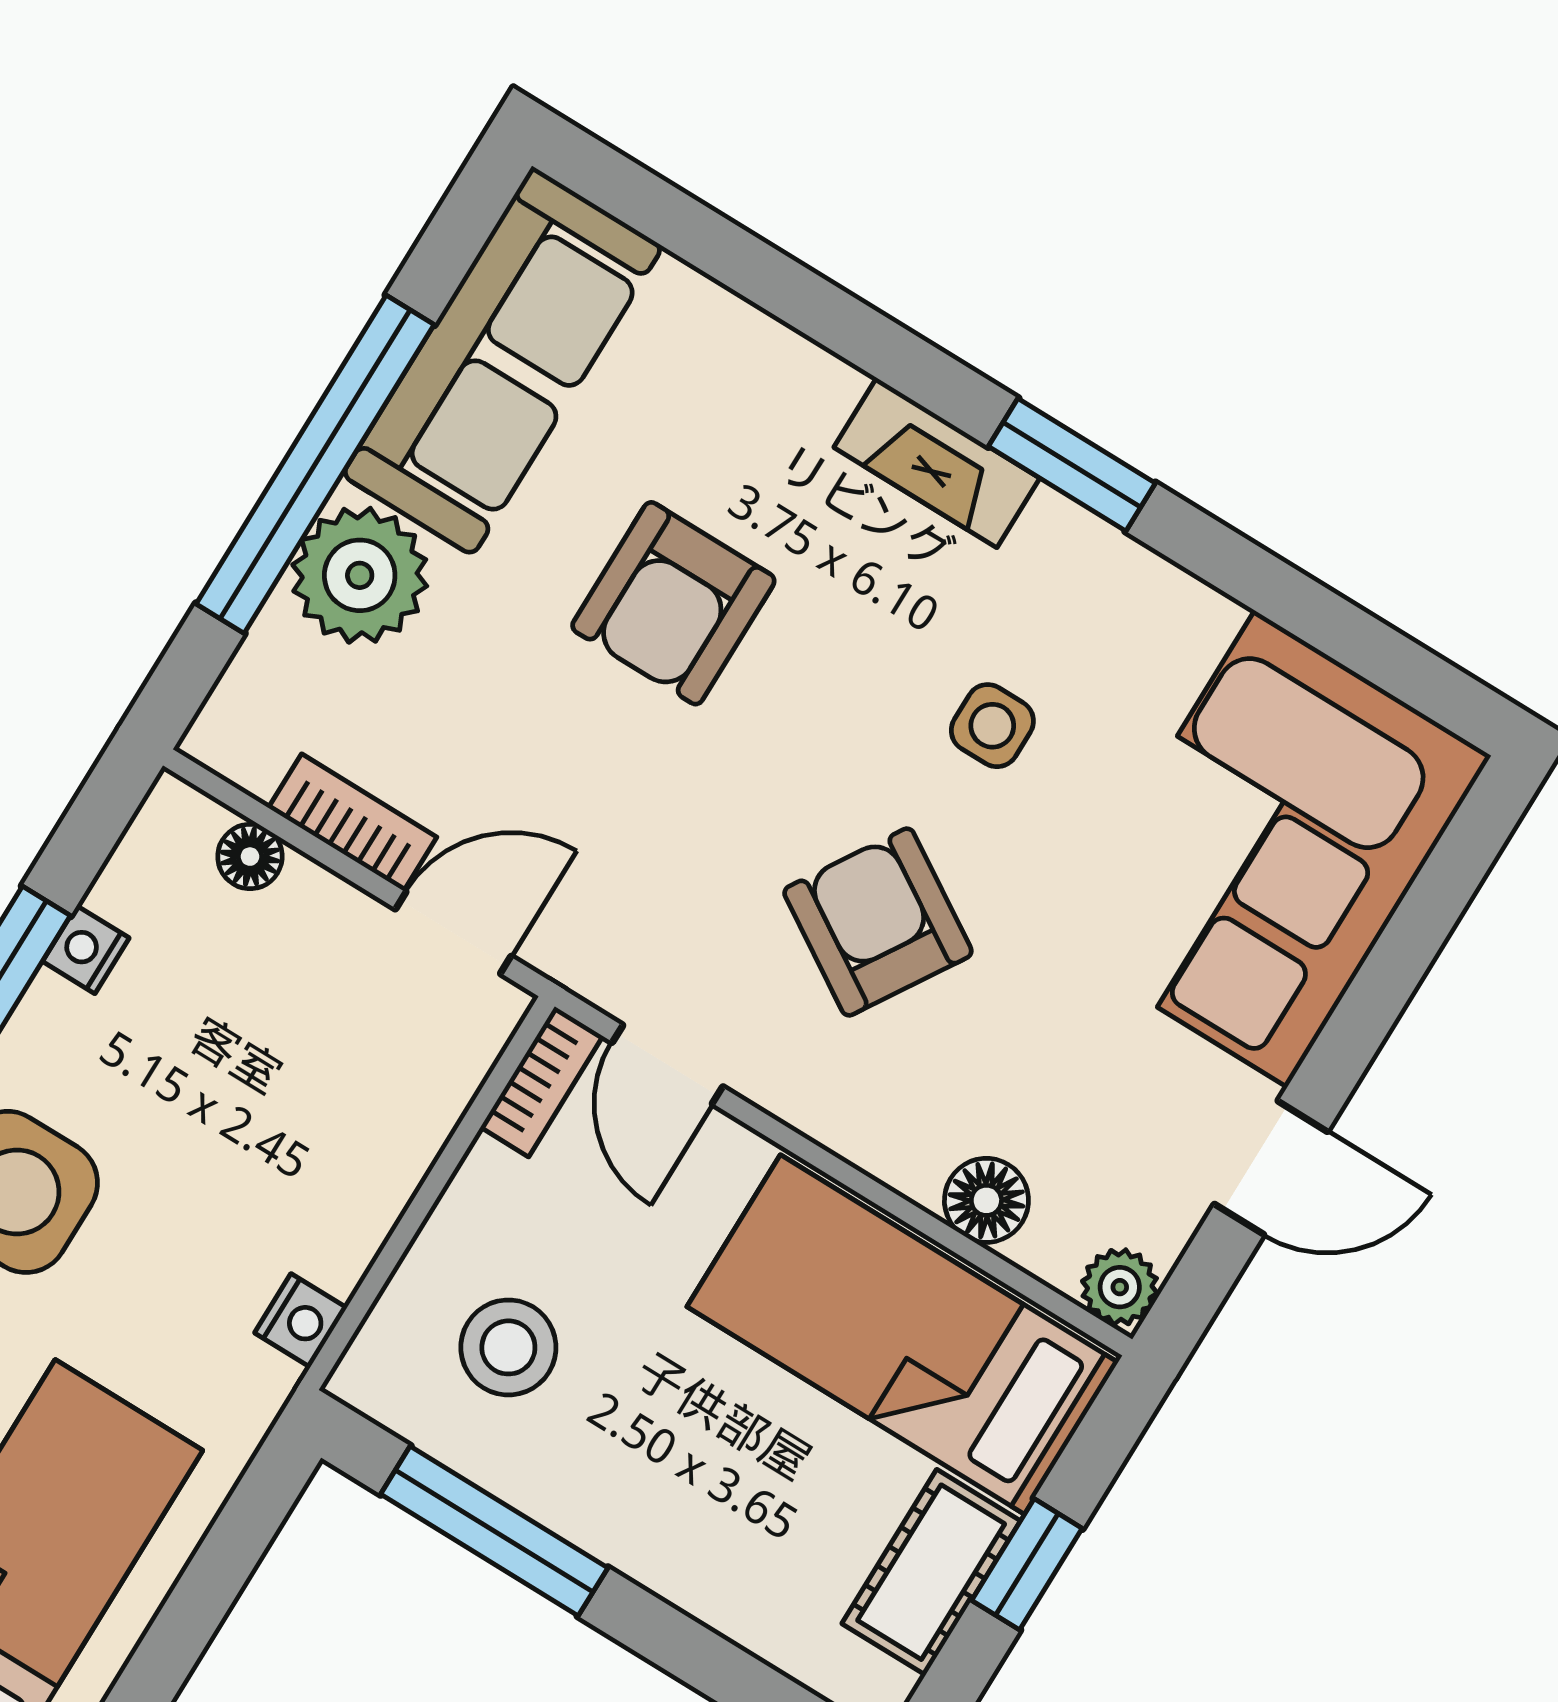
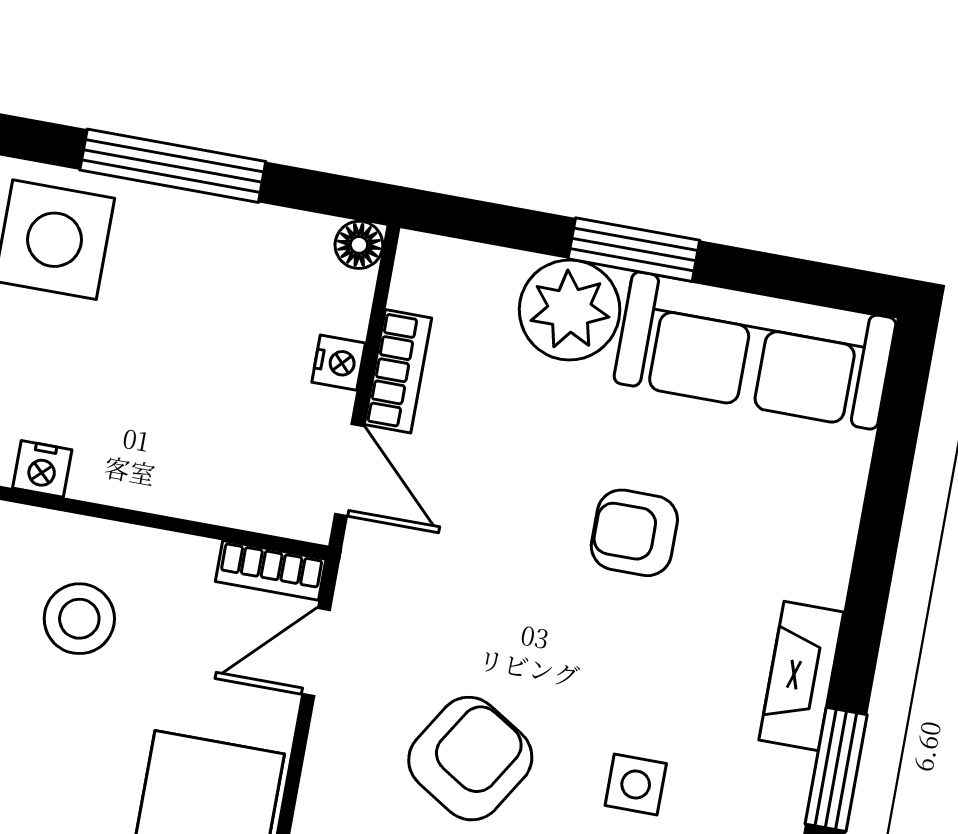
window: (315, 464) -> (634, 250), width x0.47
armchair: (673, 603) -> (634, 533), width x0.72, depth x0.72
floor lamp: (250, 857) -> (359, 245), moved
nightstand: (86, 950) -> (339, 363), moved, turned 90

